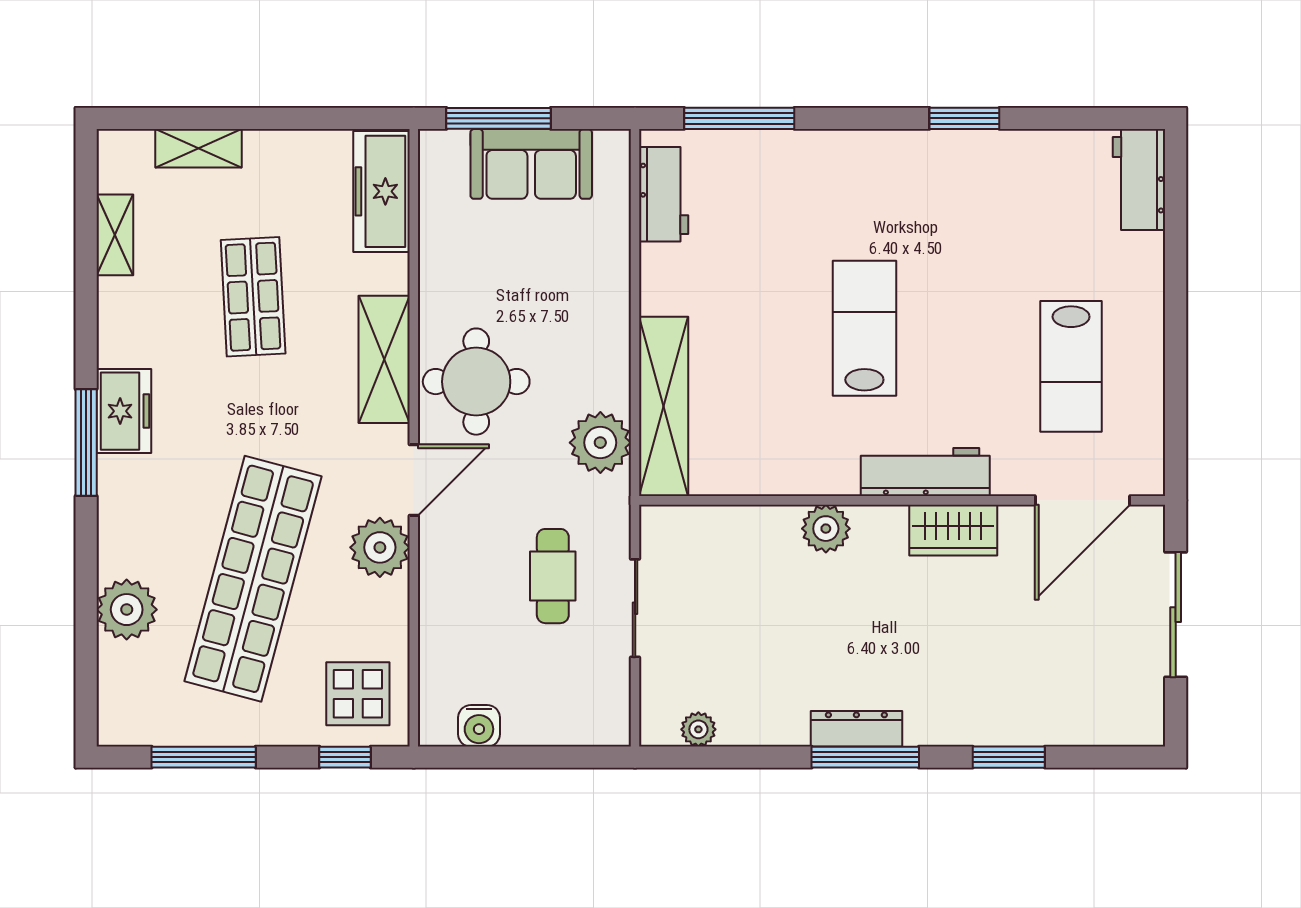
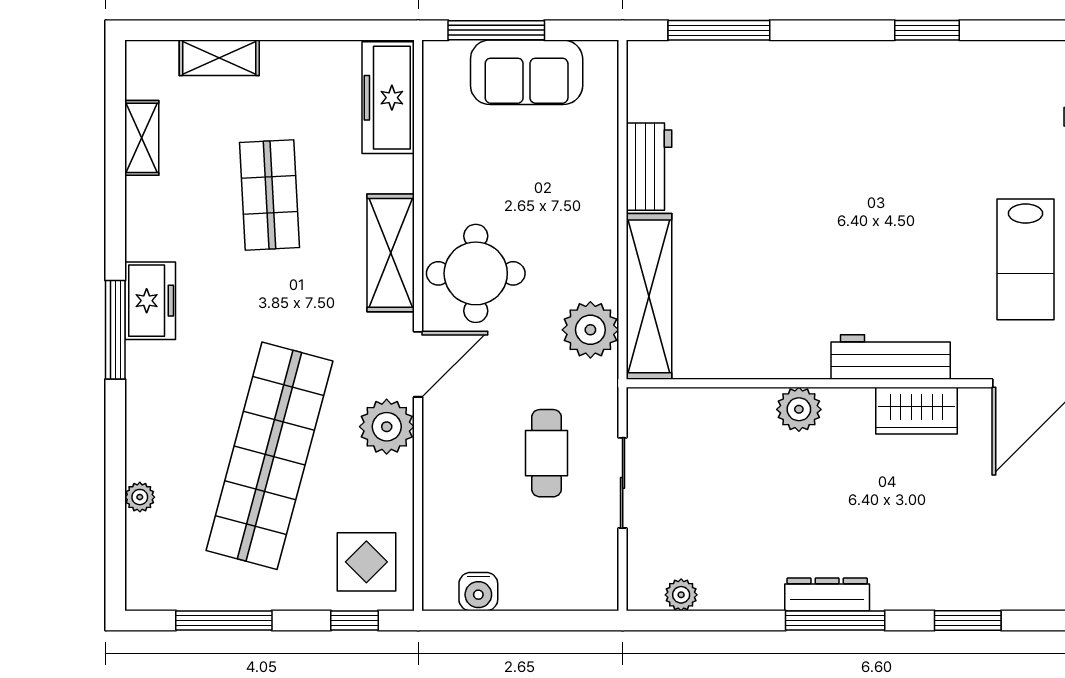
workbench: (664, 194) -> (649, 167), moved
lab bench: (864, 328) -> (835, 224), removed
plant: (127, 610) -> (140, 497), width x0.53, depth x0.53

